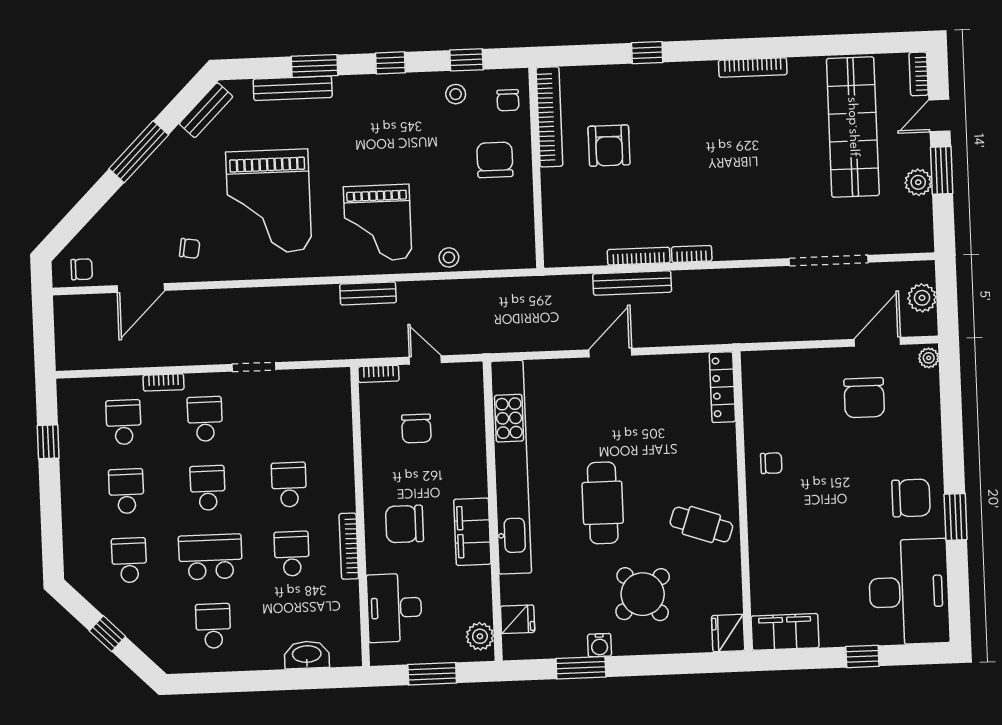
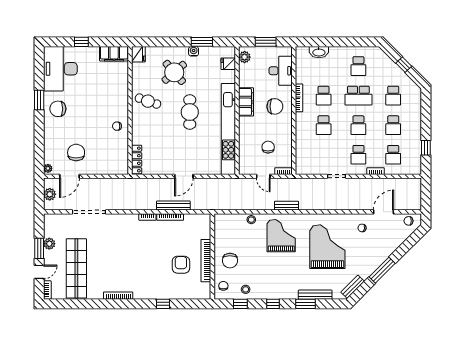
bookcase: (549, 117) -> (206, 261), moved

